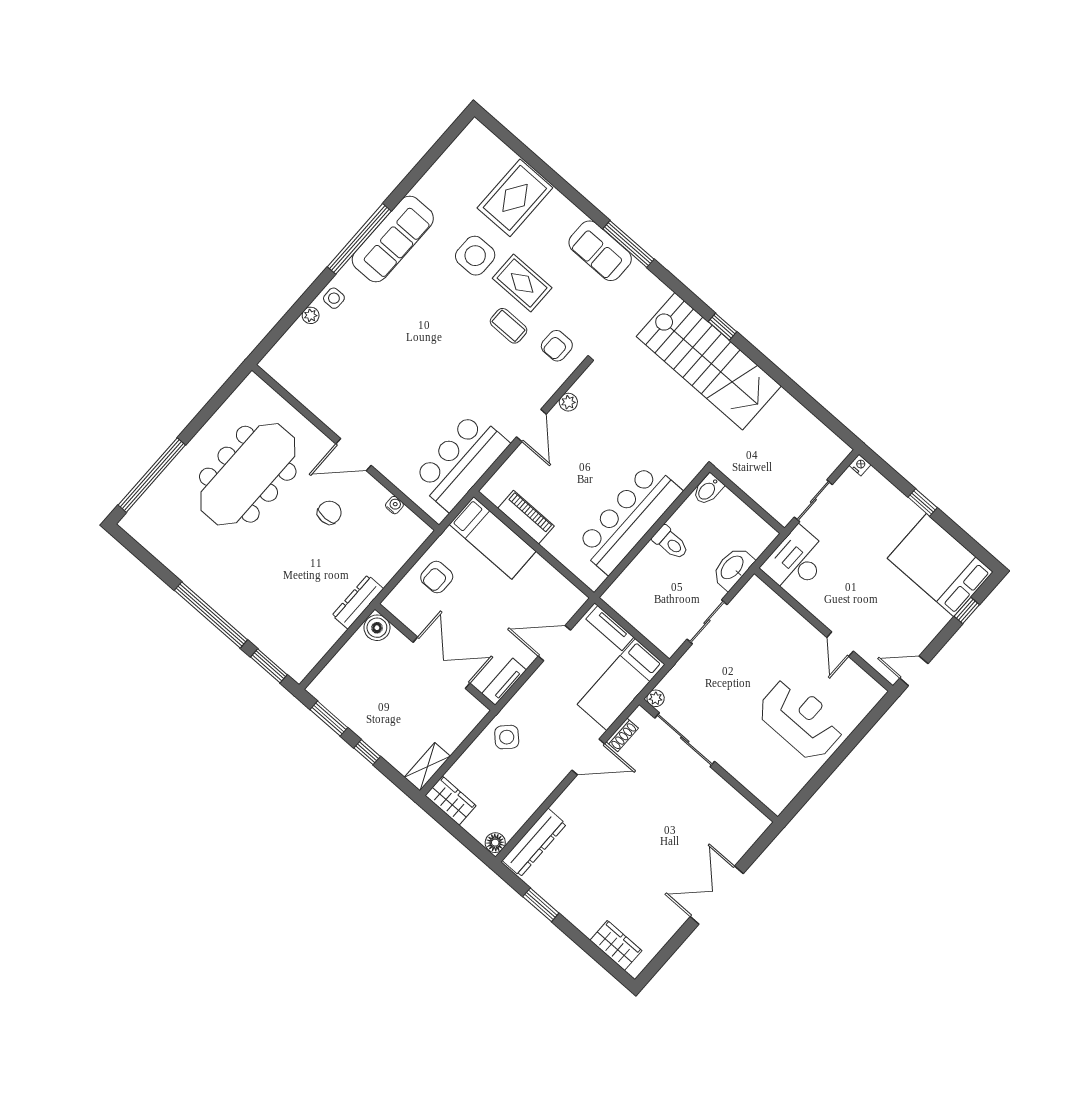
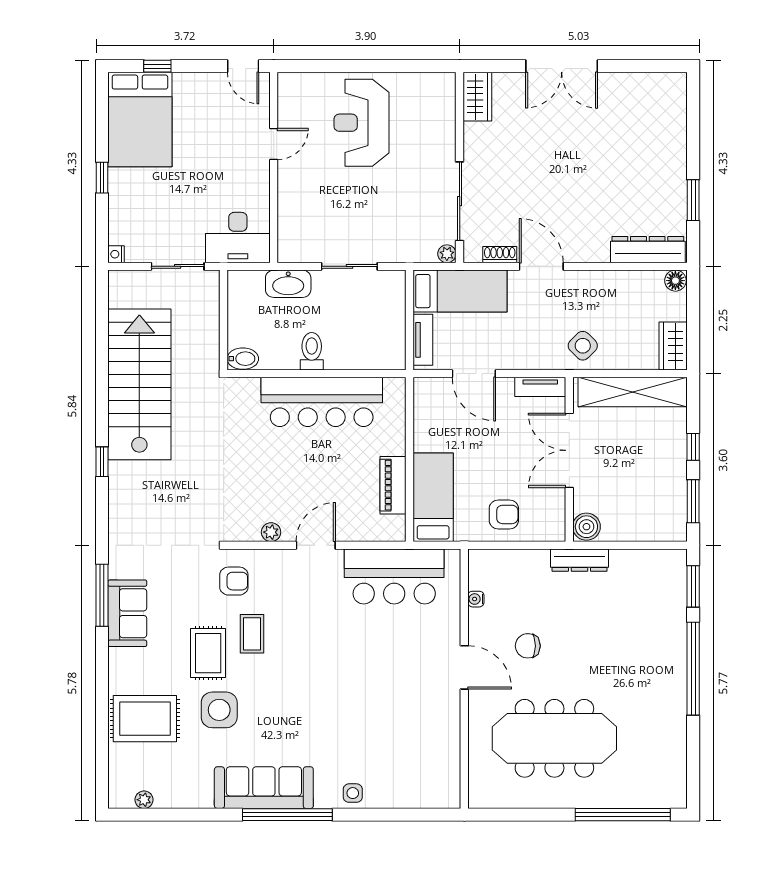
plant: (311, 315) -> (144, 800), moved
stairs: (709, 361) -> (139, 384), moved
shelving: (427, 767) -> (633, 392), width x2.20, depth x1.33
wardrobe: (616, 946) -> (477, 97), moved, turned 180

